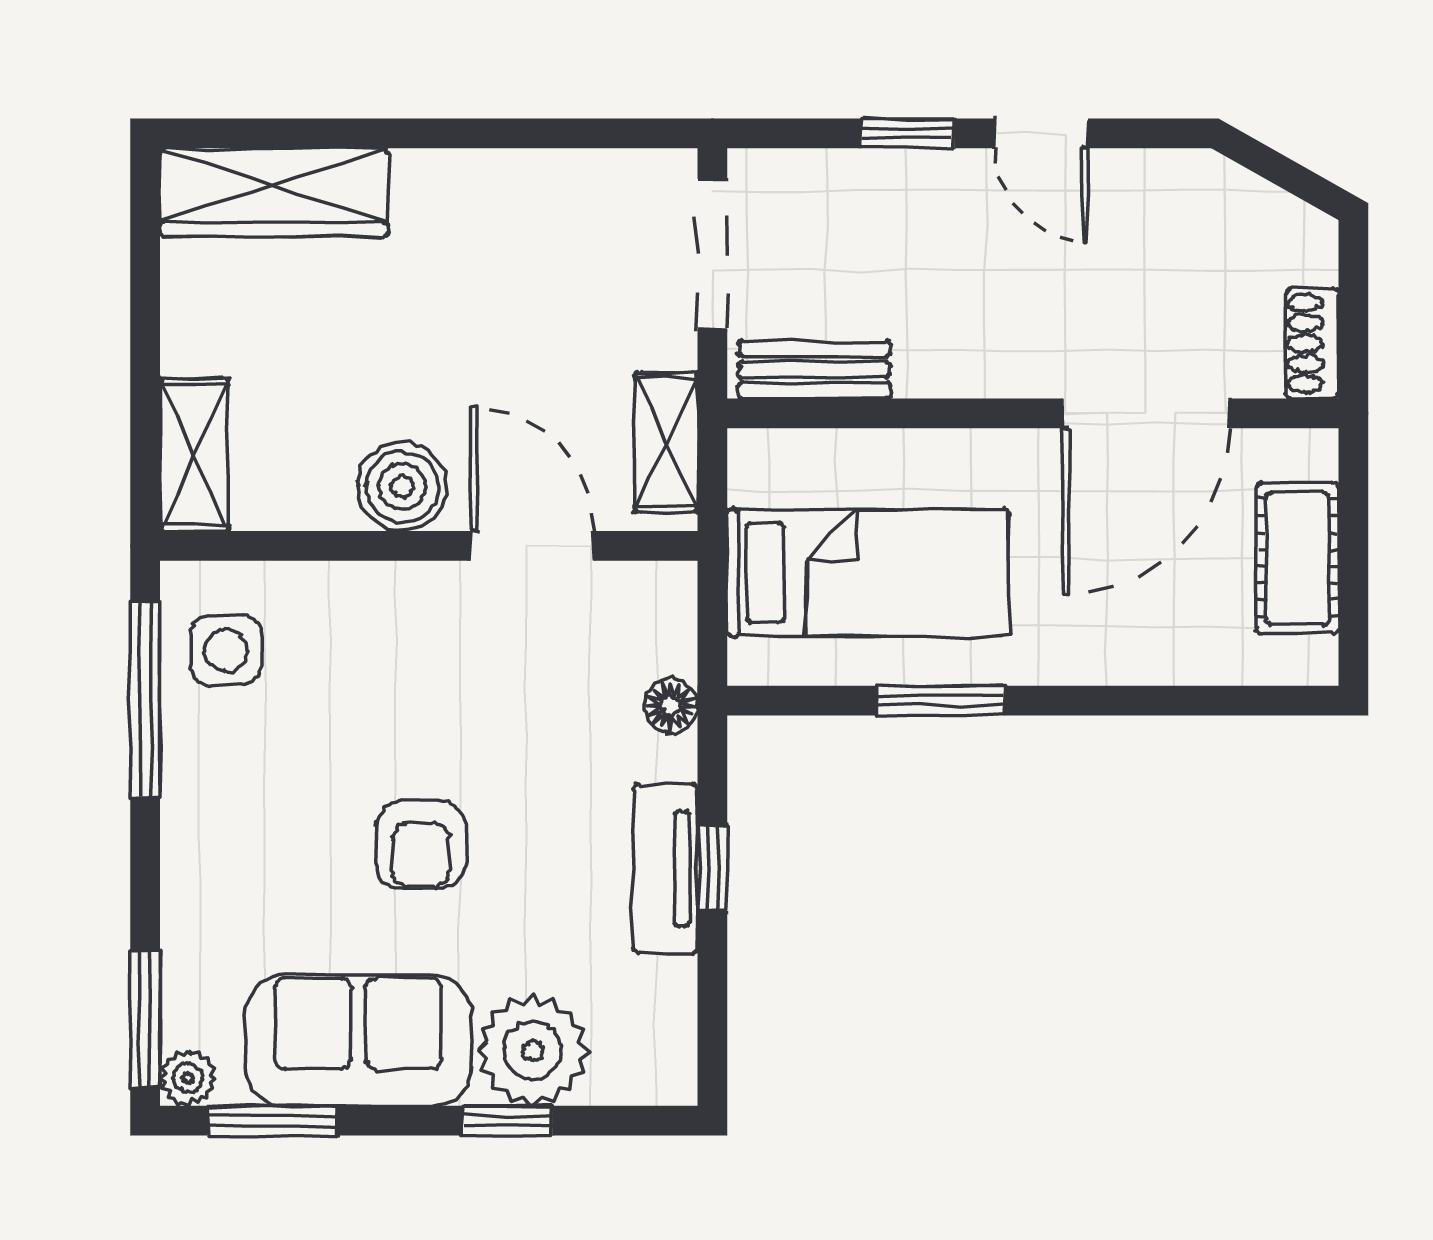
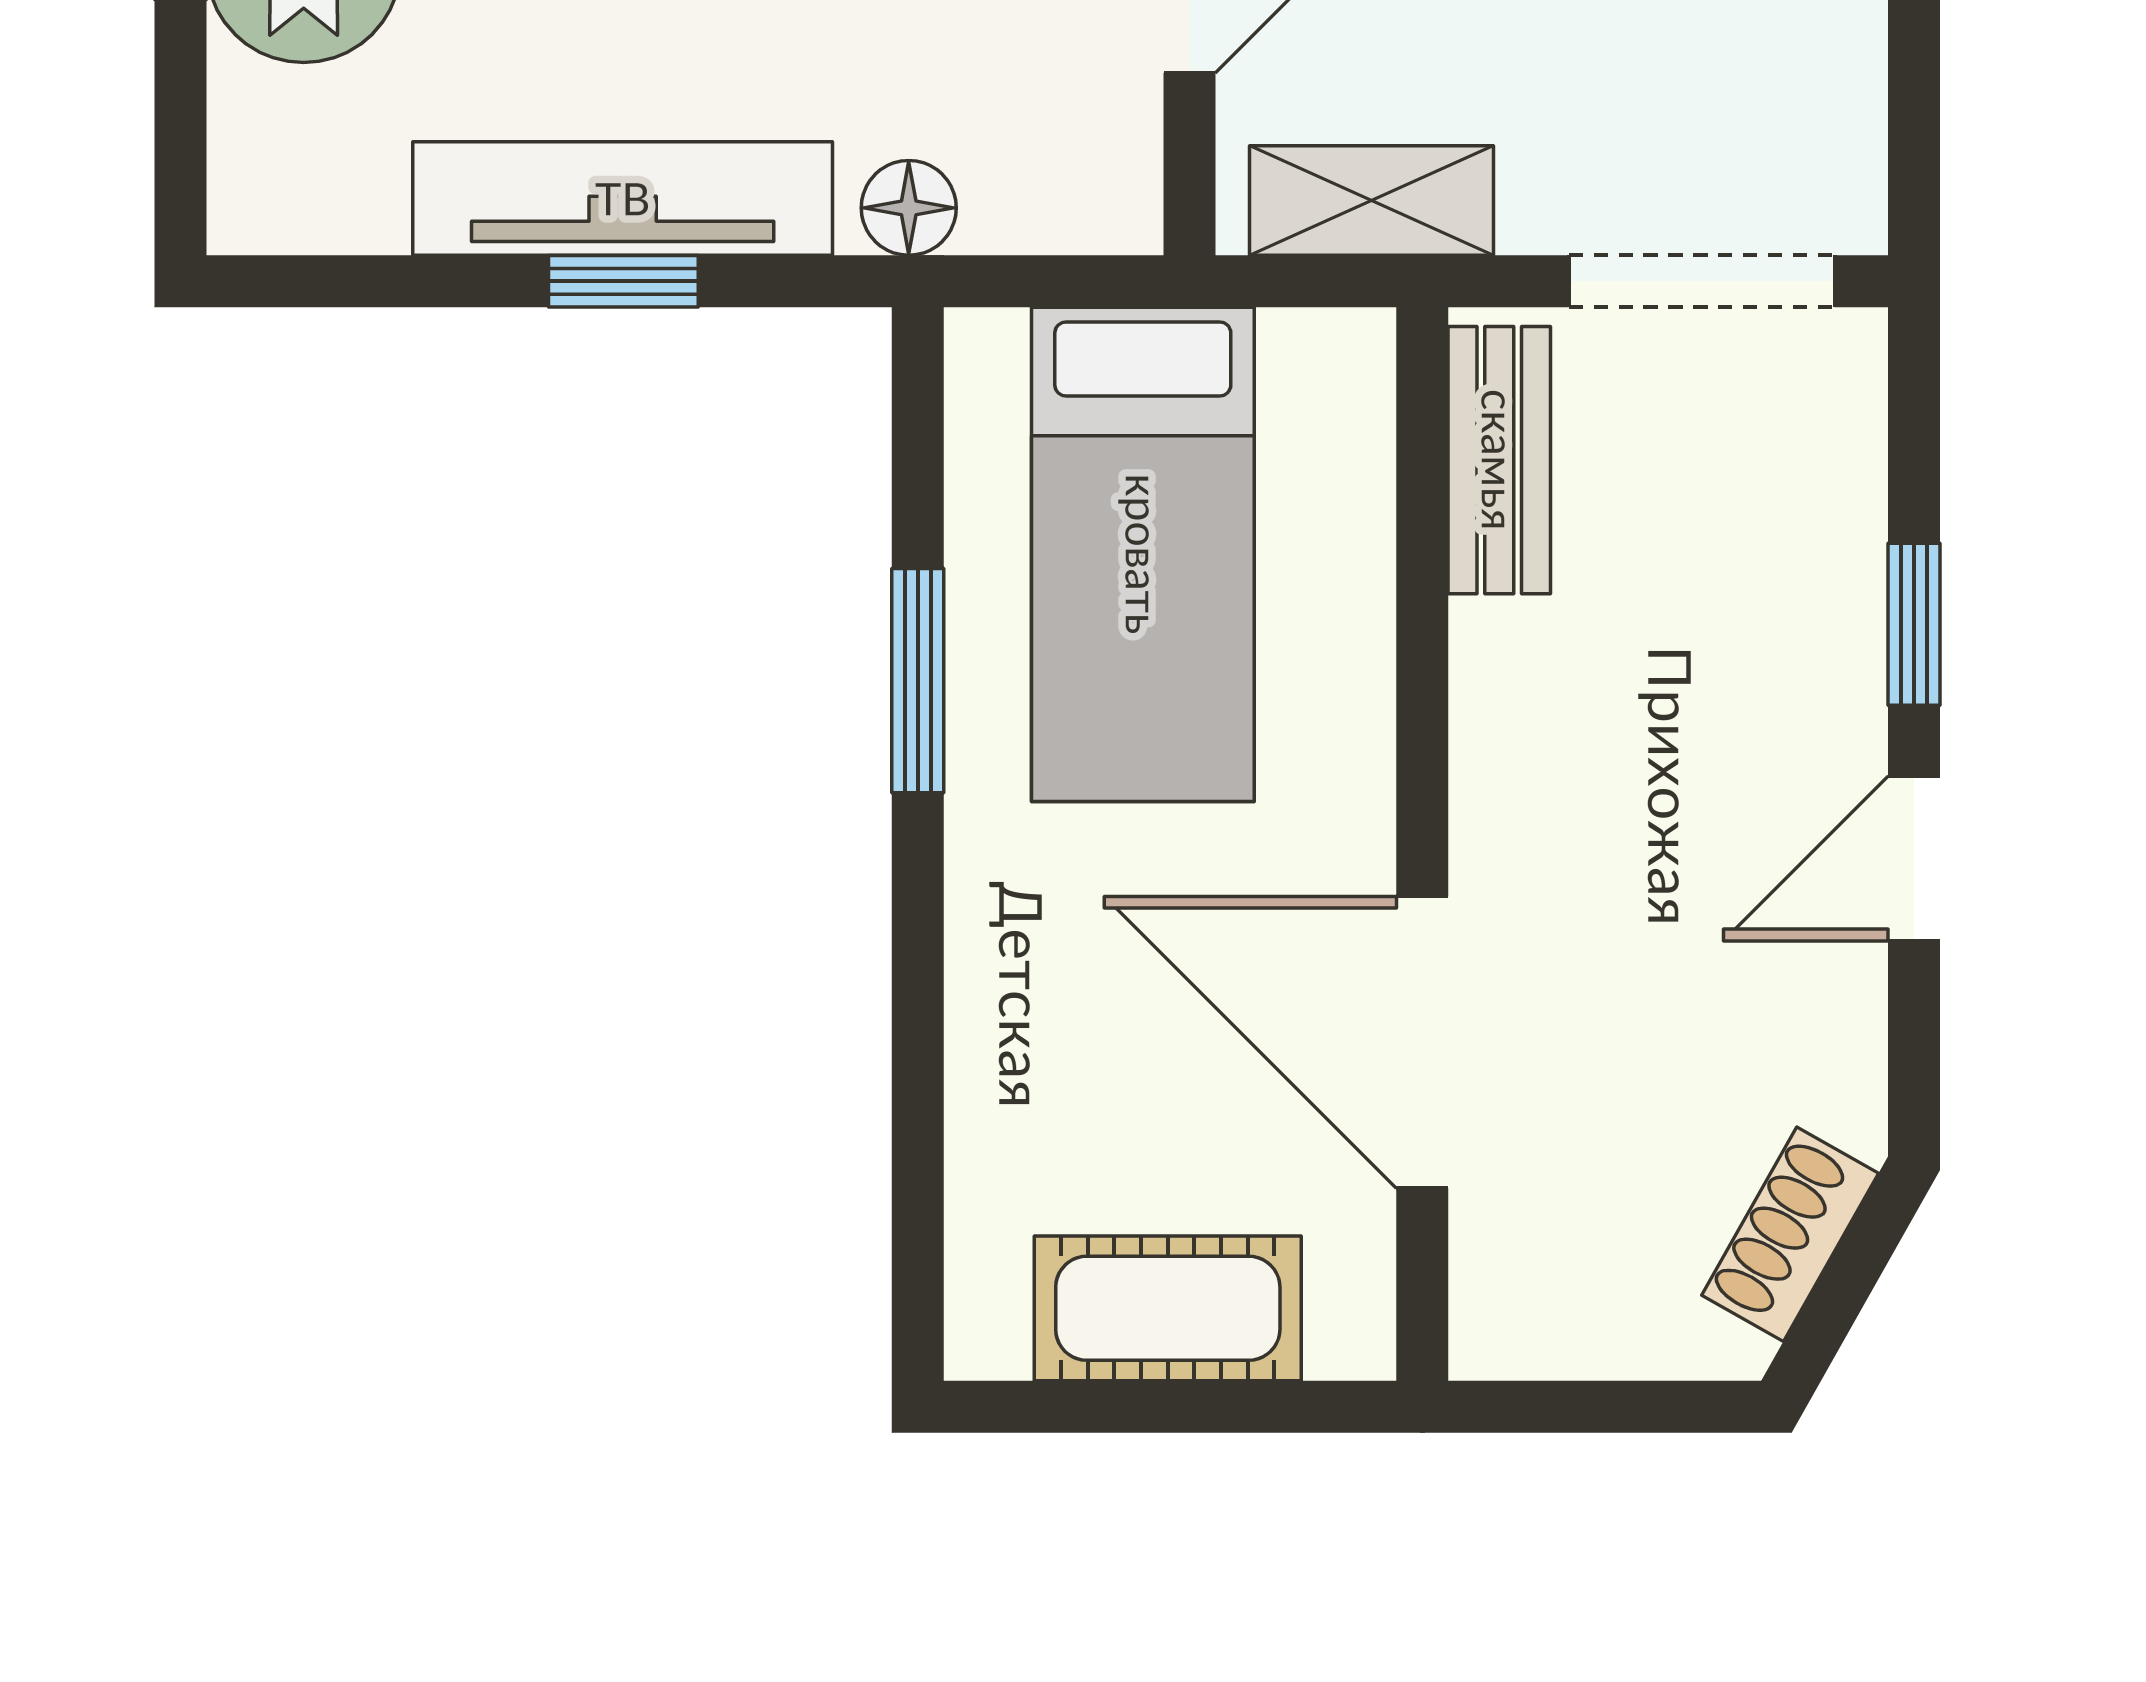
shoe rack: (1312, 343) -> (1790, 1234), moved, turned -61
tv unit: (665, 869) -> (623, 198), width x1.41

